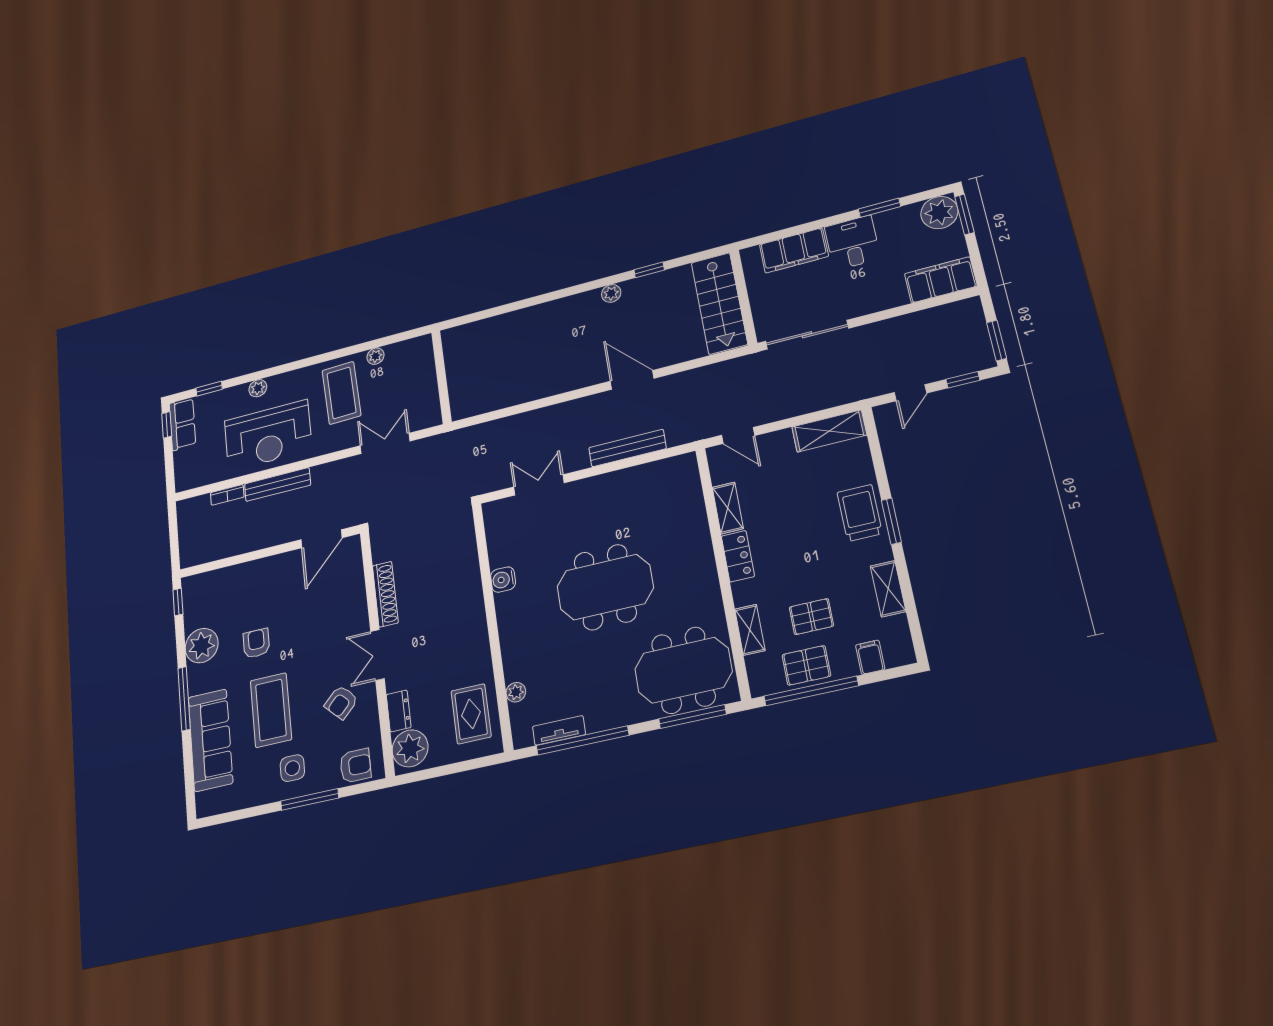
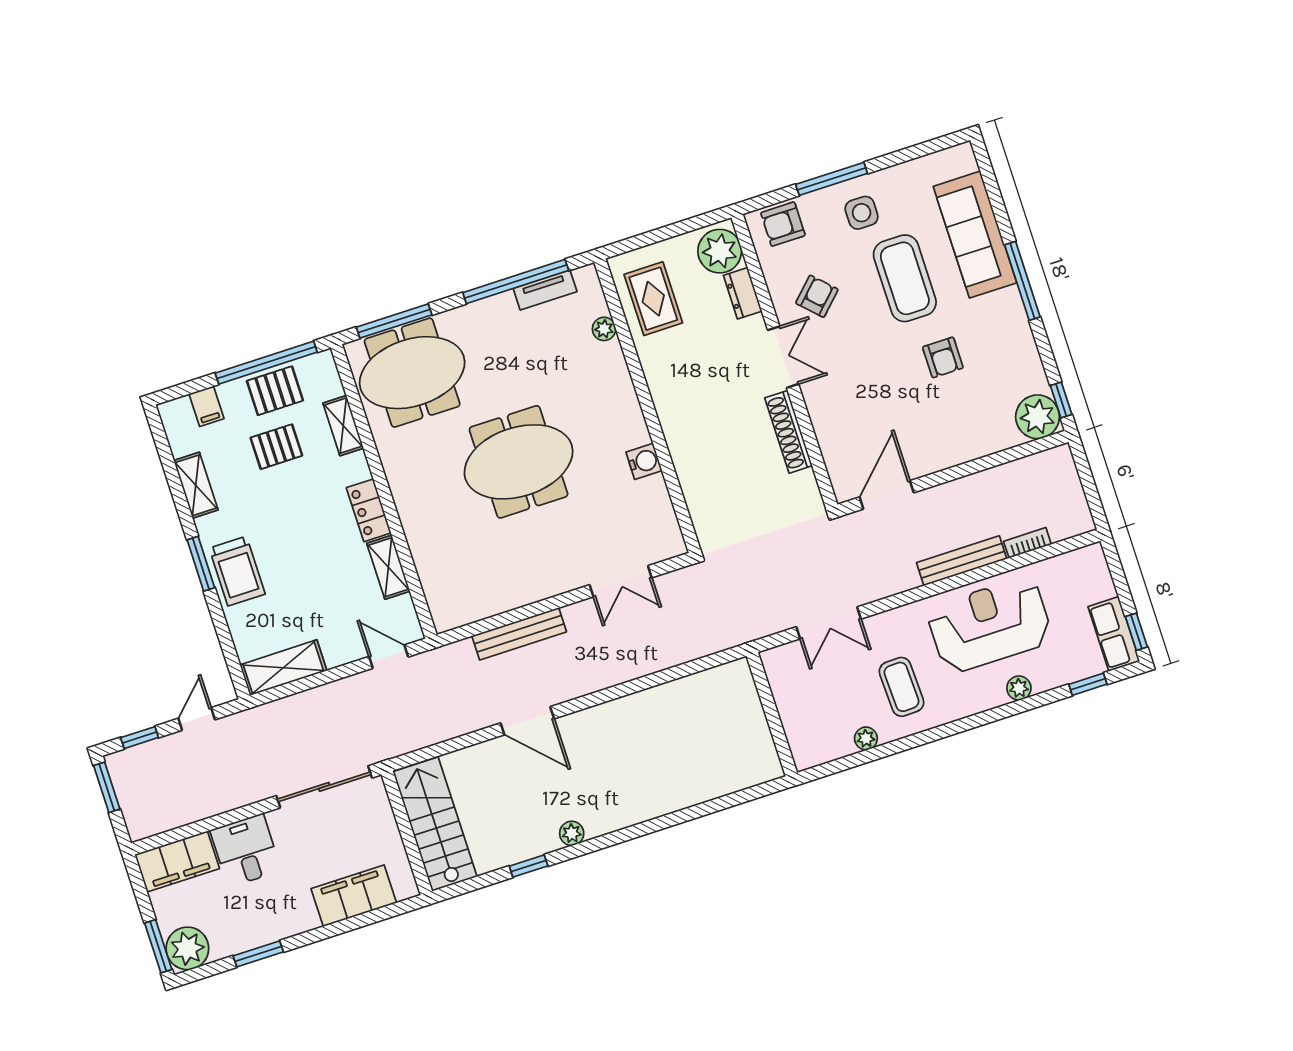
desk: (853, 243) -> (246, 850), moved, turned 180
coffee table: (342, 393) -> (902, 687), width x0.73, depth x0.76
plant: (202, 646) -> (1038, 417), moved

